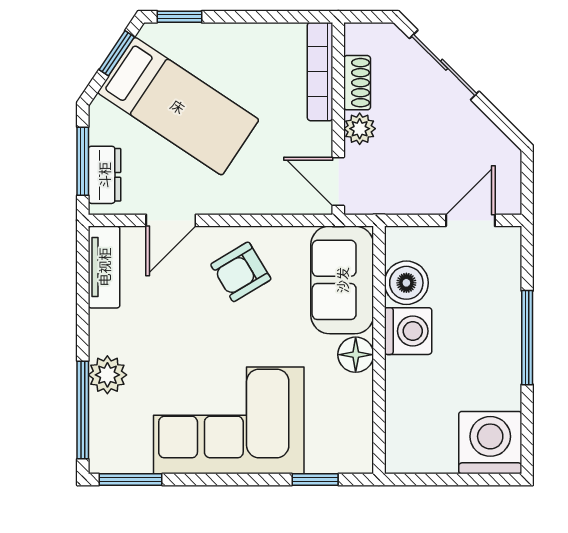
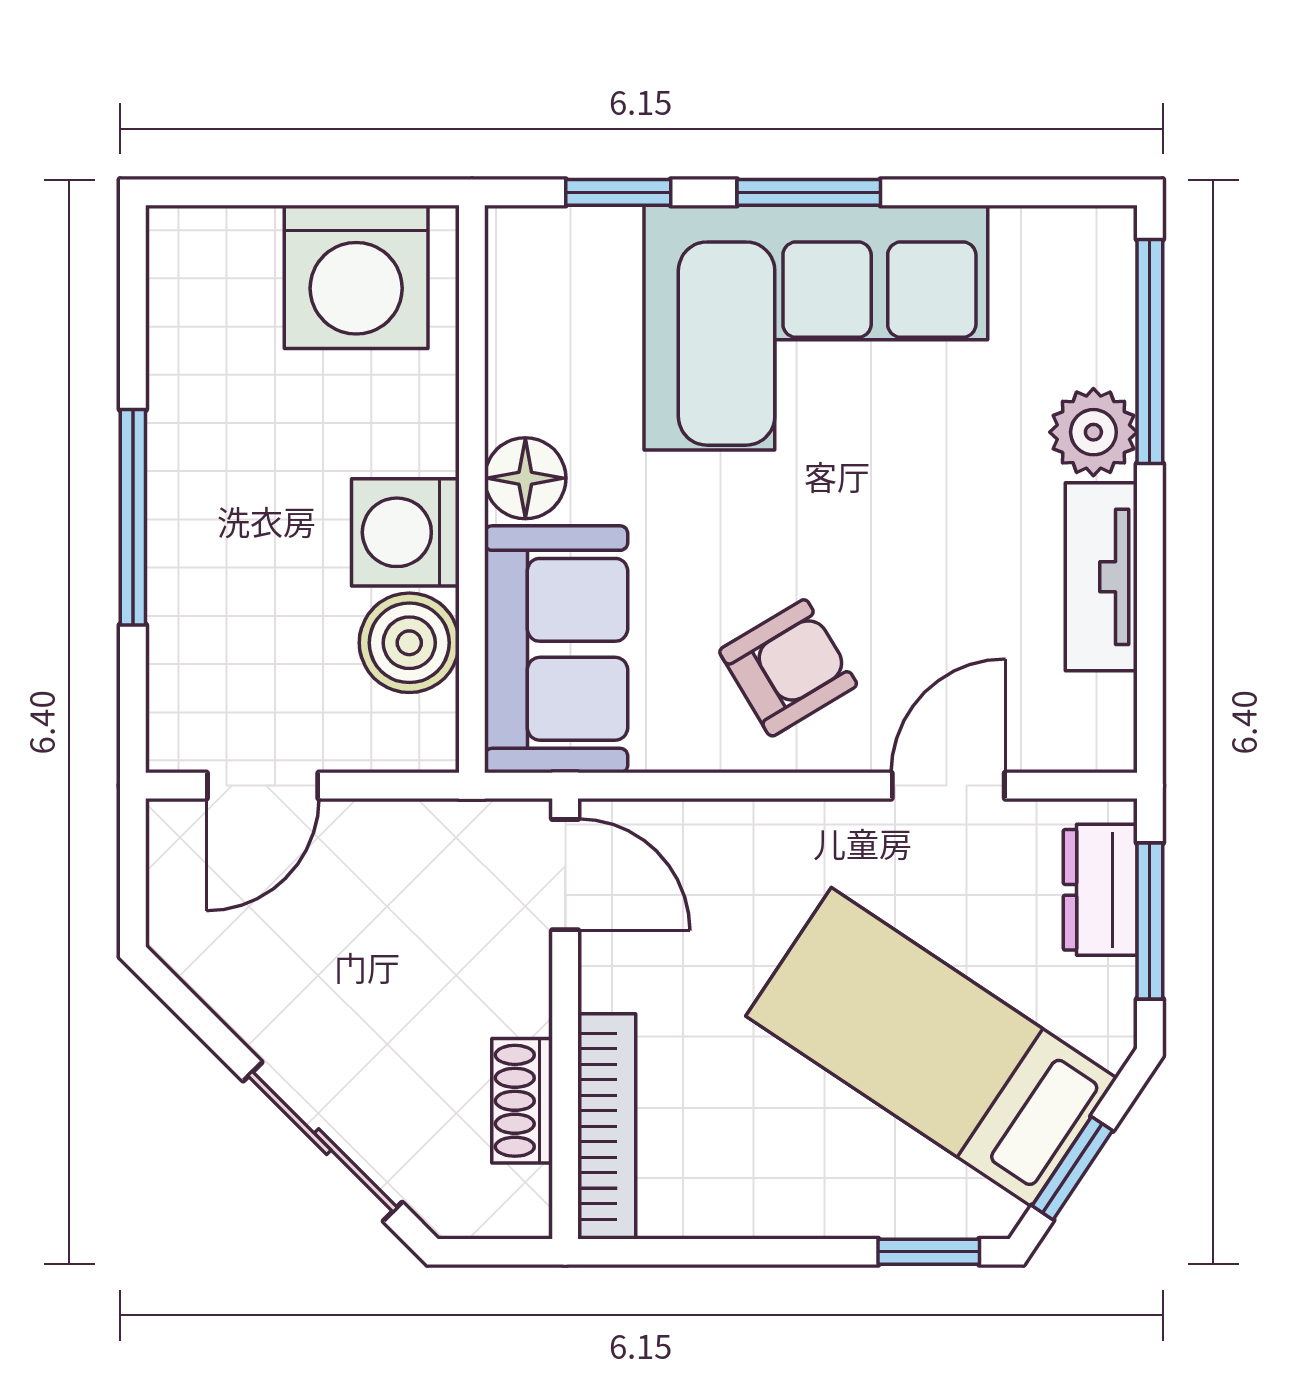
plant: (360, 129) -> (516, 995), removed
tv unit: (104, 267) -> (1101, 577), moved
washing machine: (490, 443) -> (356, 277), moved
window: (131, 480) -> (809, 192), moved

